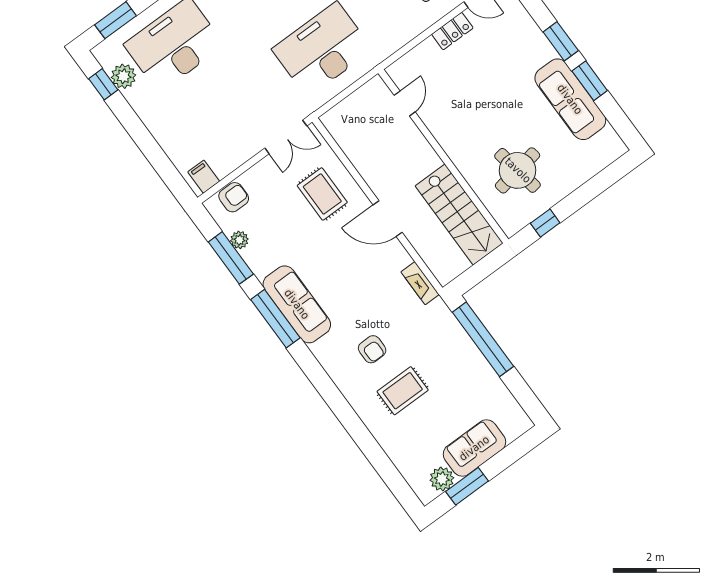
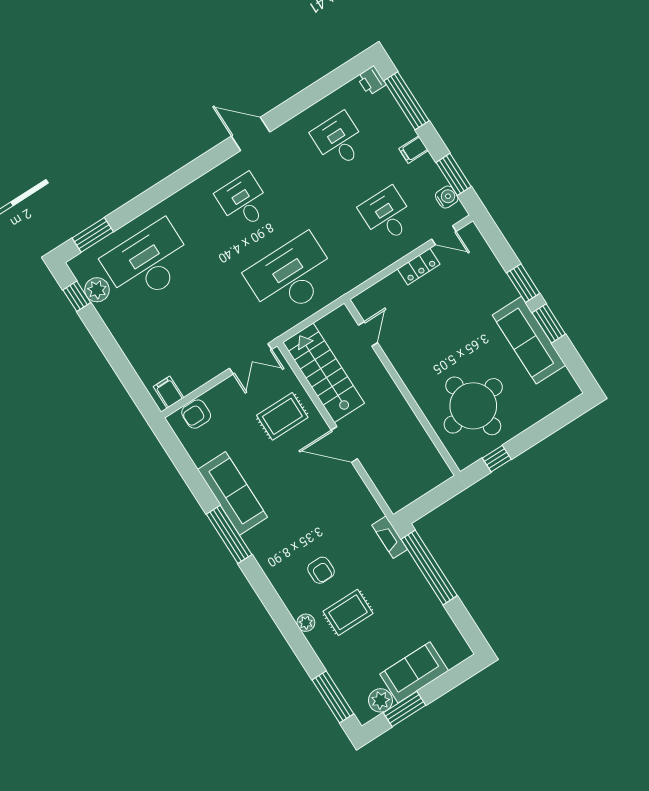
round table: (518, 170) -> (473, 406), width x1.36, depth x1.36
rug: (322, 194) -> (282, 416), turned 90
armchair: (234, 197) -> (196, 414), turned 180
stairs: (459, 214) -> (324, 373), moved, turned 180
plant: (239, 240) -> (306, 623), moved
window: (231, 258) -> (333, 697), moved
fireplace: (420, 283) -> (390, 537), moved
sofa: (297, 304) -> (233, 493), moved

